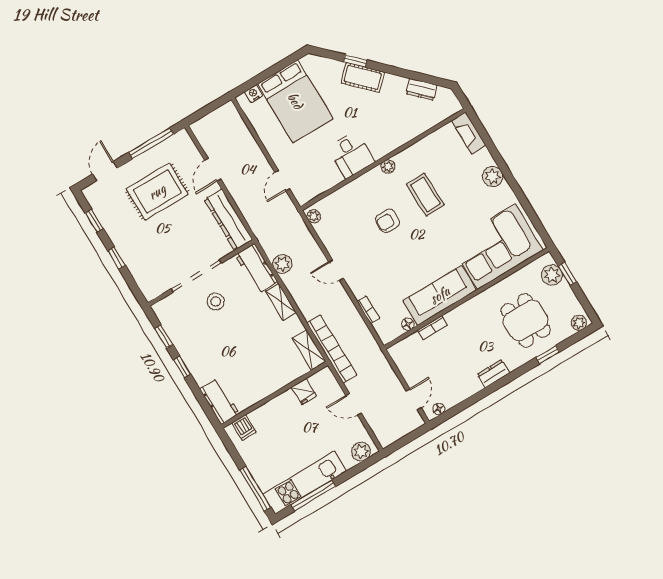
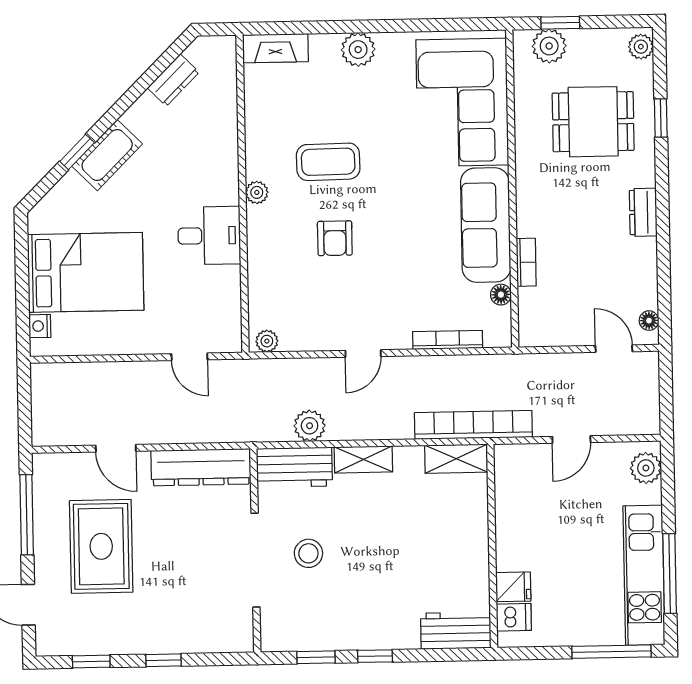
bookcase: (368, 310) -> (448, 340), width x1.56
fridge: (304, 392) -> (513, 587), moved

